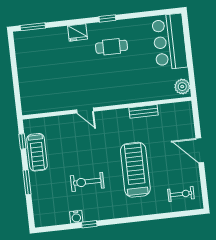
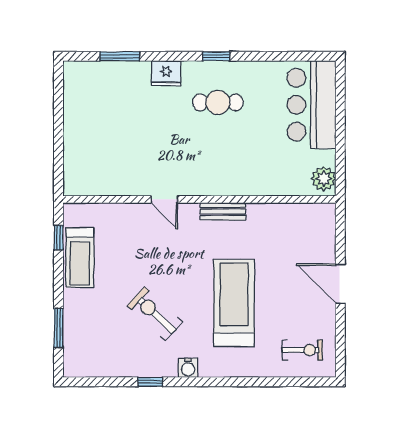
window: (33, 27) -> (120, 56), moved
bench: (144, 111) -> (223, 211), moved
window: (27, 182) -> (59, 328), moved
exercise bike: (87, 182) -> (155, 314), turned 43
water cooler: (76, 217) -> (188, 368), moved

